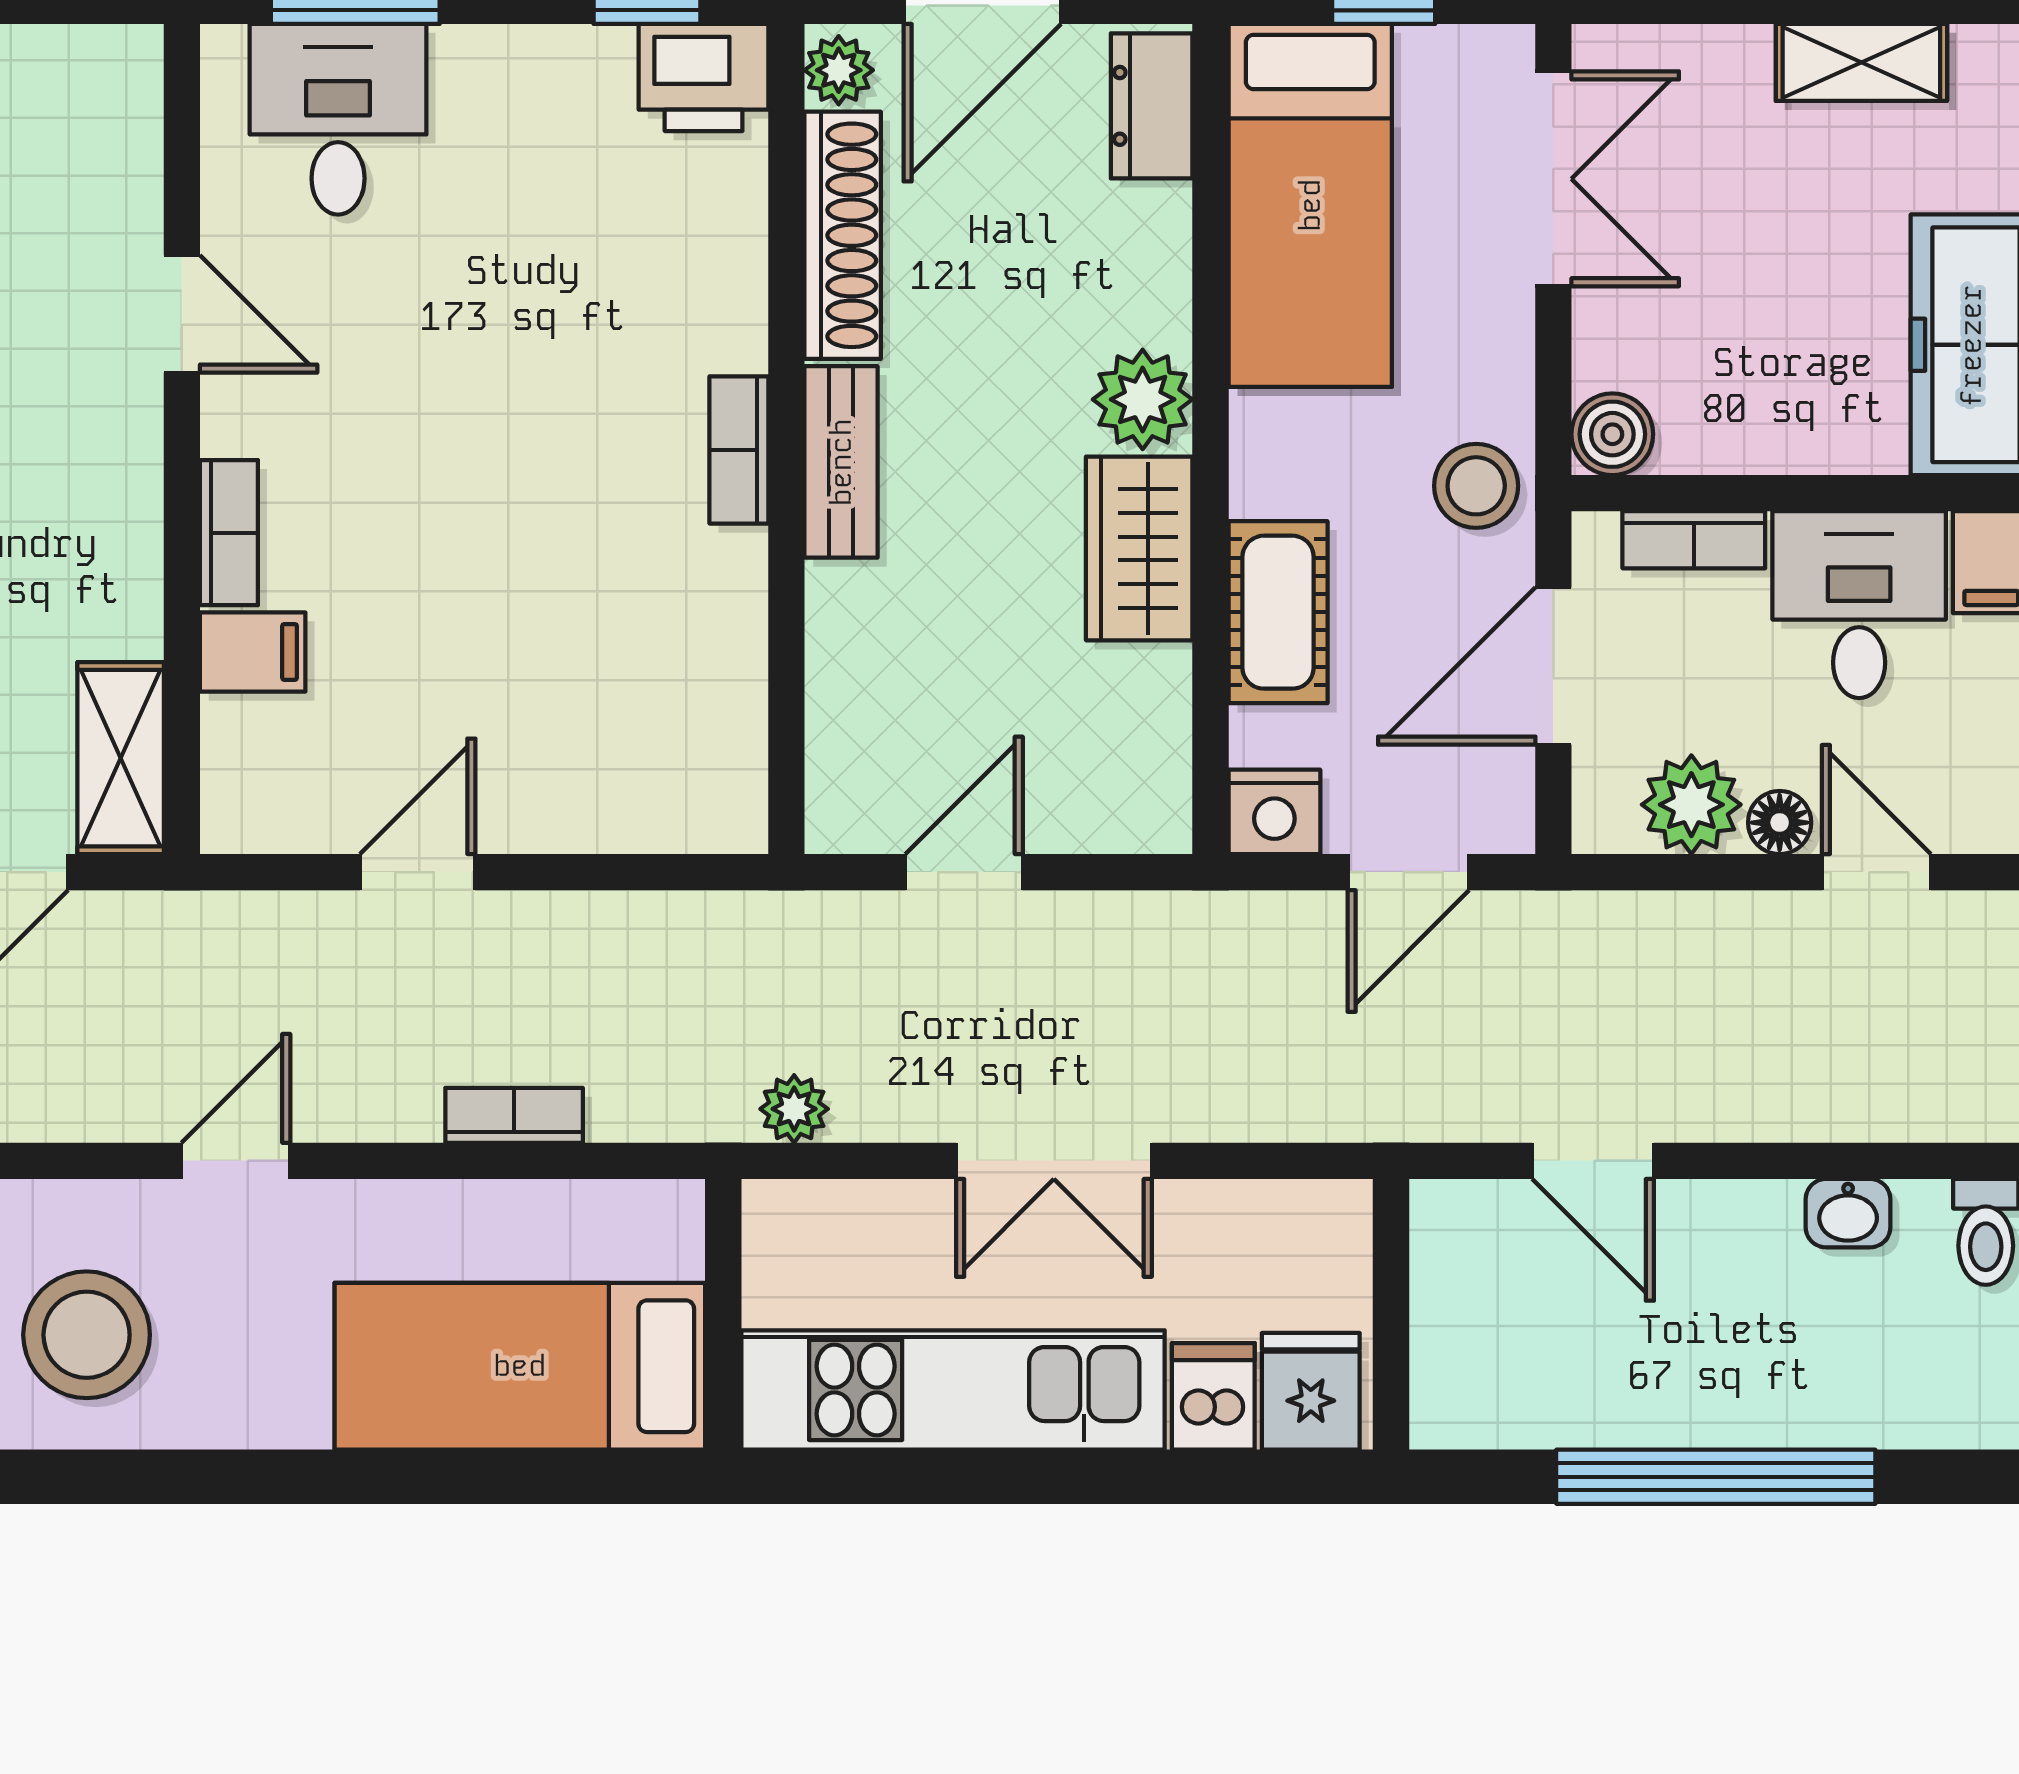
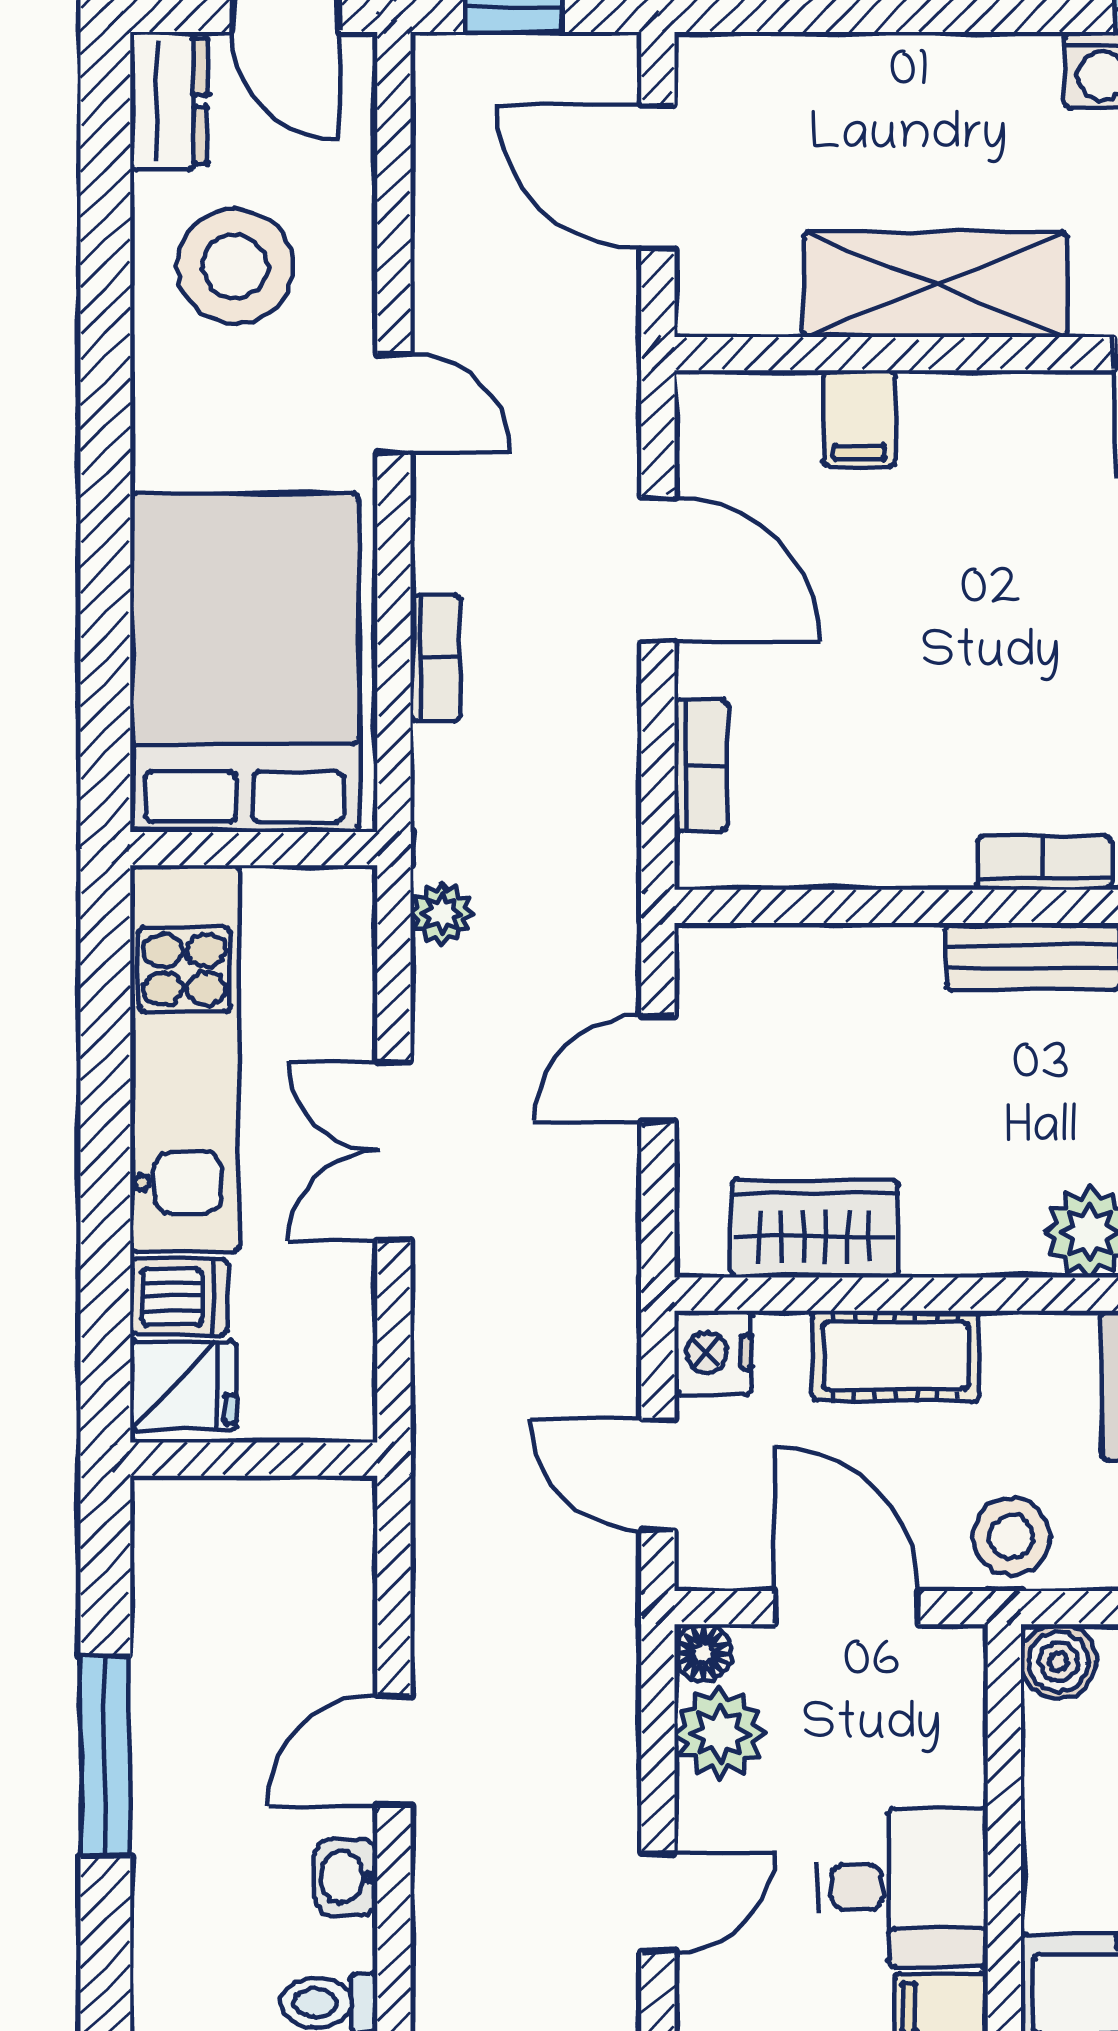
bookcase: (229, 533) -> (701, 766), moved, turned -90
bookcase: (1694, 540) -> (962, 1736), removed
wardrobe: (1139, 548) -> (815, 1229), moved
shelving: (121, 758) -> (935, 284), moved, width x1.50, depth x1.33
floor lamp: (1780, 823) -> (703, 1653), moved
door: (418, 872) -> (658, 569), width x1.38
door: (964, 872) -> (658, 1069), swing flipped
door: (1593, 1161) -> (394, 1751), moved
bed: (520, 1366) -> (244, 663), width x1.50
window: (1716, 1477) -> (105, 1756), width x0.68

